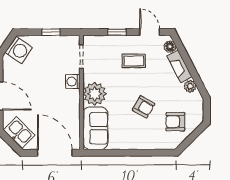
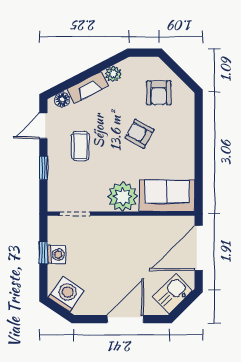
washing machine: (73, 82) -> (56, 255), moved, turned -90
armchair: (144, 107) -> (140, 134), turned -91

